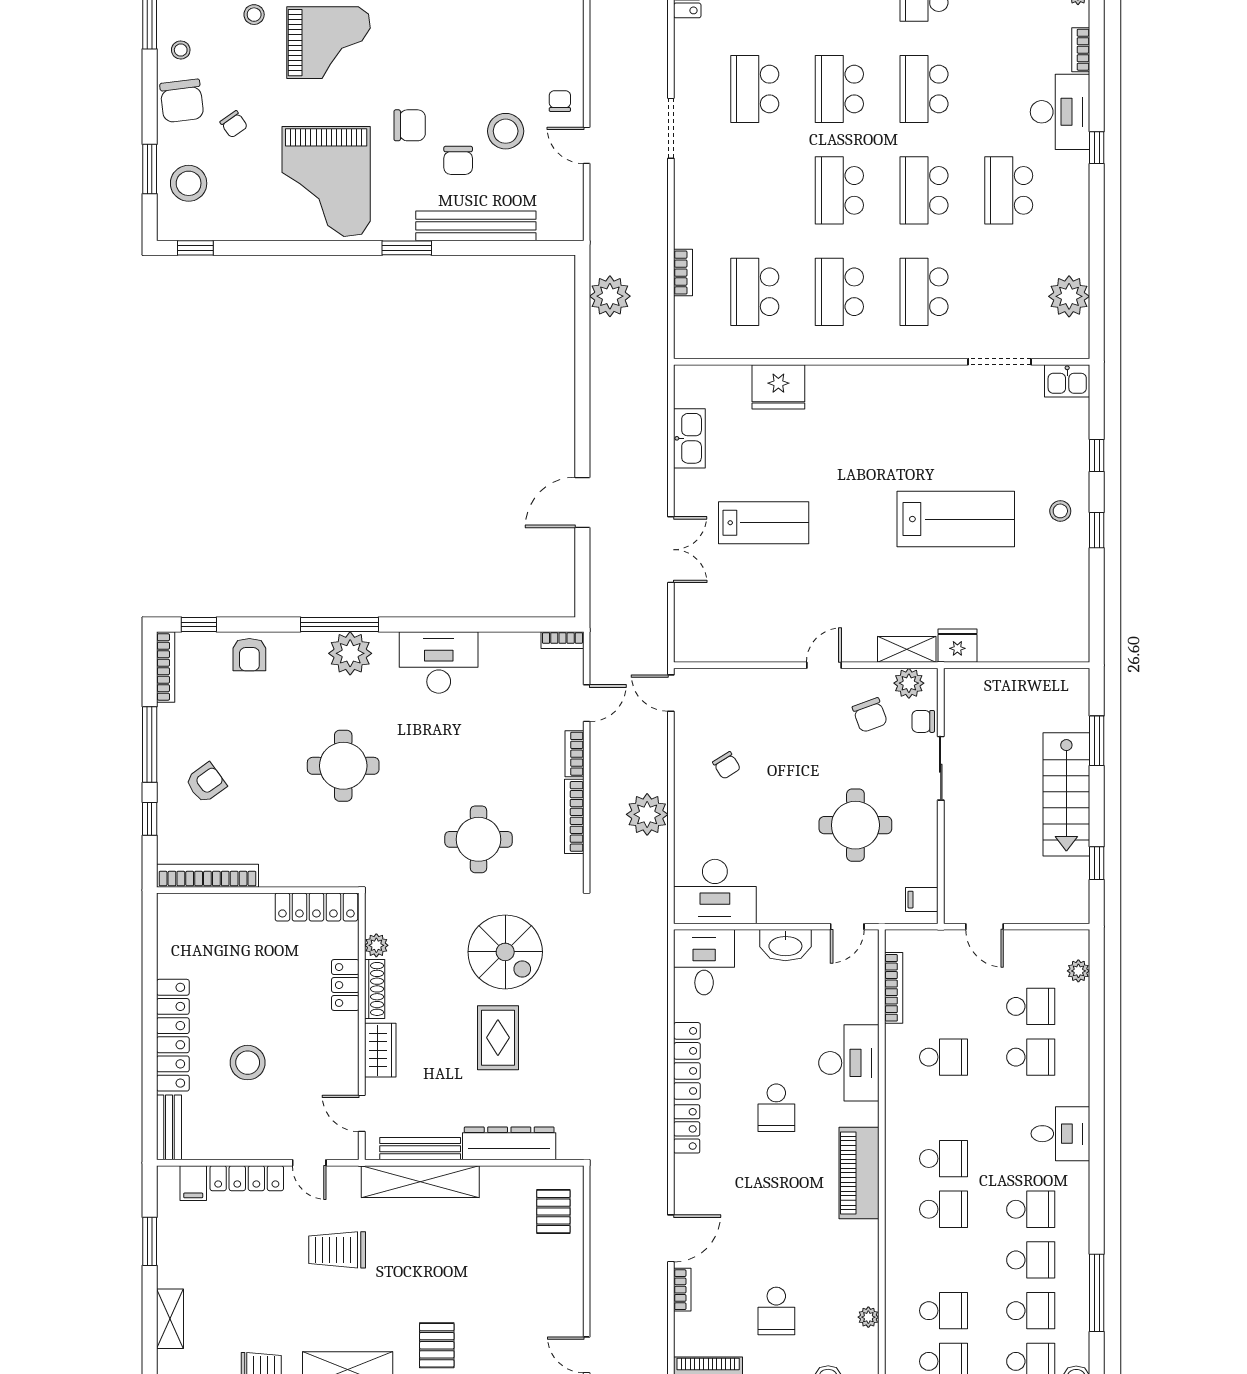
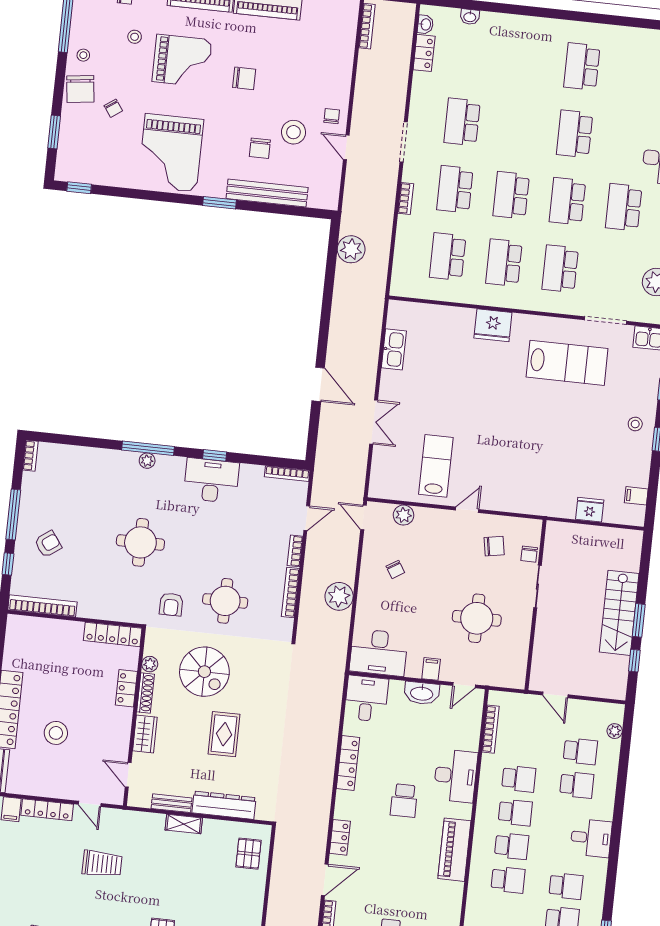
school desk: (839, 89) -> (455, 189), moved
chair: (410, 125) -> (244, 78), moved
stool: (189, 183) -> (79, 144), removed
bookcase: (683, 273) -> (406, 198), moved
fridge: (778, 387) -> (493, 325), moved
door: (582, 502) -> (318, 384), swing flipped
lab bench: (956, 519) -> (567, 363), moved
lab bench: (764, 523) -> (436, 466), moved, turned -90
filing cabinet: (1073, 618) -> (636, 496), added
window: (199, 625) -> (215, 455), moved
bookcase: (562, 640) -> (287, 474), width x1.56
fridge: (957, 646) -> (590, 510), moved
shelving: (907, 649) -> (523, 505), removed
plant: (350, 653) -> (147, 461), width x0.53, depth x0.53
armchair: (249, 655) -> (171, 604), moved
bookcase: (166, 667) -> (30, 456), width x0.64
plant: (909, 683) -> (404, 515), moved
chair: (870, 715) -> (494, 546), turned -80
chair: (923, 721) -> (529, 554), turned -90
window: (1097, 741) -> (639, 620), moved
filing cabinet: (922, 900) -> (431, 669), moved, turned 90
spiral stairs: (505, 952) -> (204, 672), moved
school desk: (944, 1108) -> (515, 812), added
locker: (687, 1129) -> (340, 837), moved
bench: (420, 1149) -> (172, 803), width x0.73
shelving: (420, 1182) -> (184, 824), width x0.45, depth x0.75
trolley: (337, 1250) -> (102, 864), turned 180

